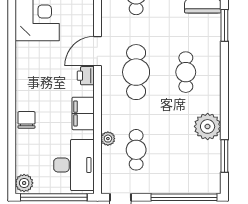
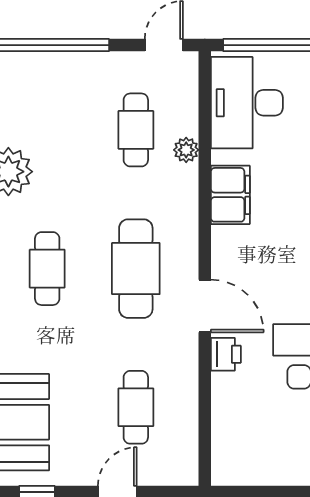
door: (97, 51) -> (205, 306), hinge flipped
printer: (86, 76) -> (226, 354), moved

